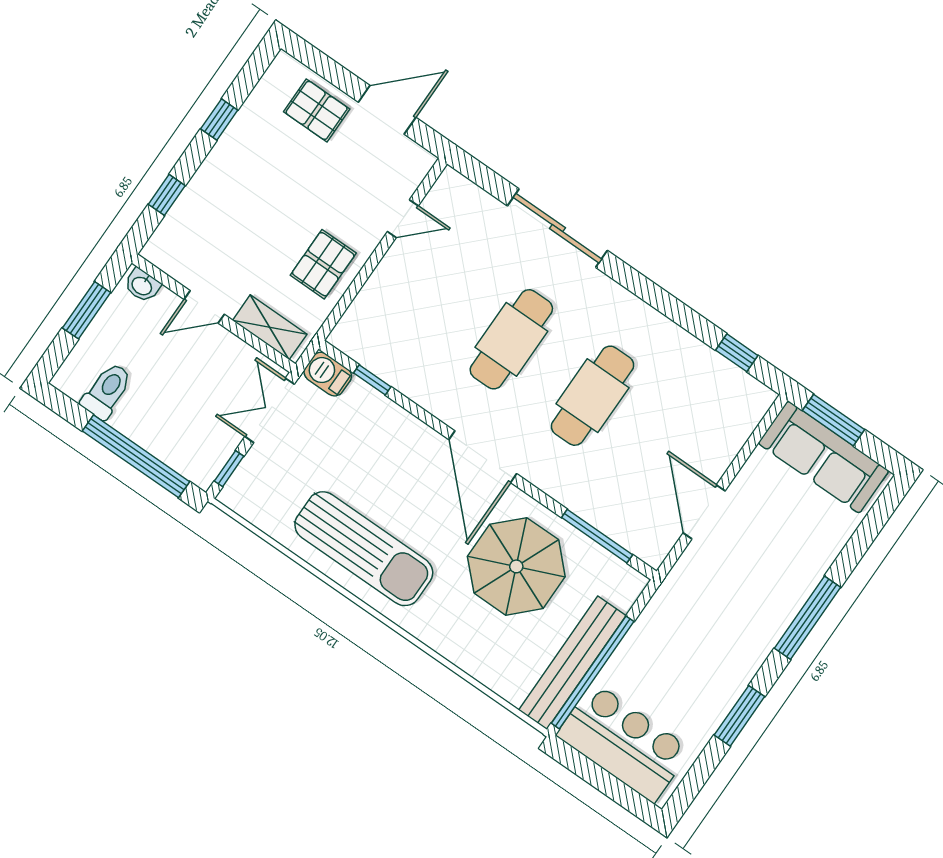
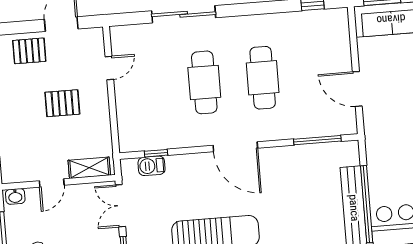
pallet: (323, 264) -> (62, 103), moved, turned 90
barbecue: (328, 374) -> (152, 166), moved
parasol: (516, 566) -> (292, 184), removed

